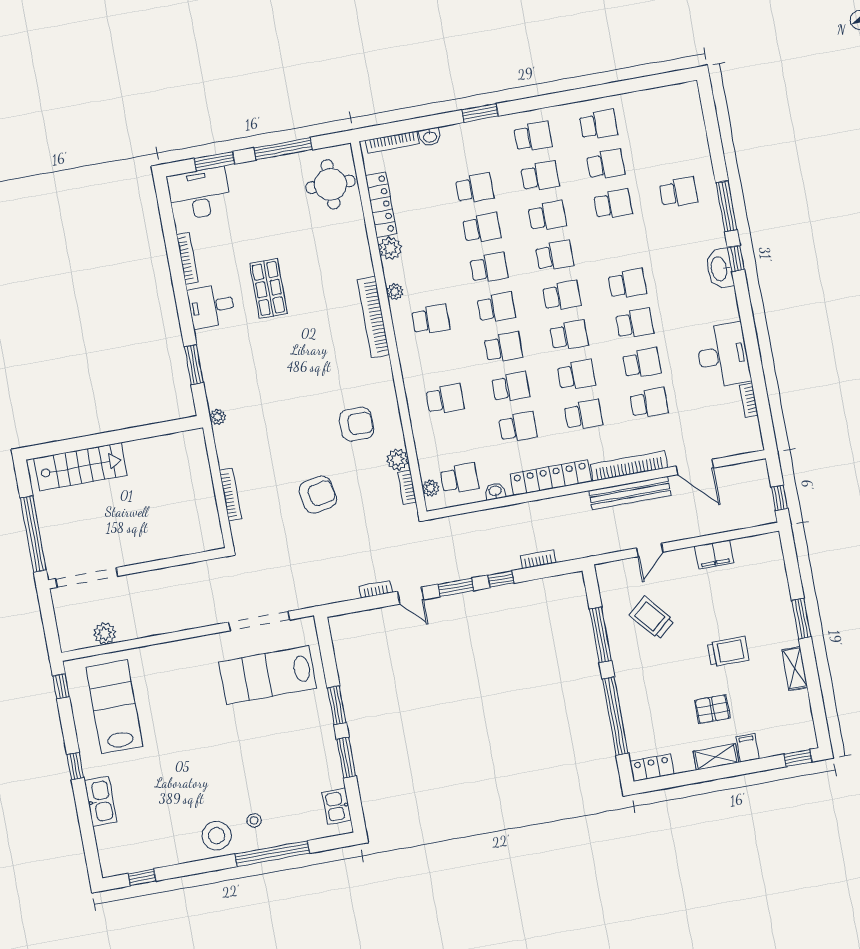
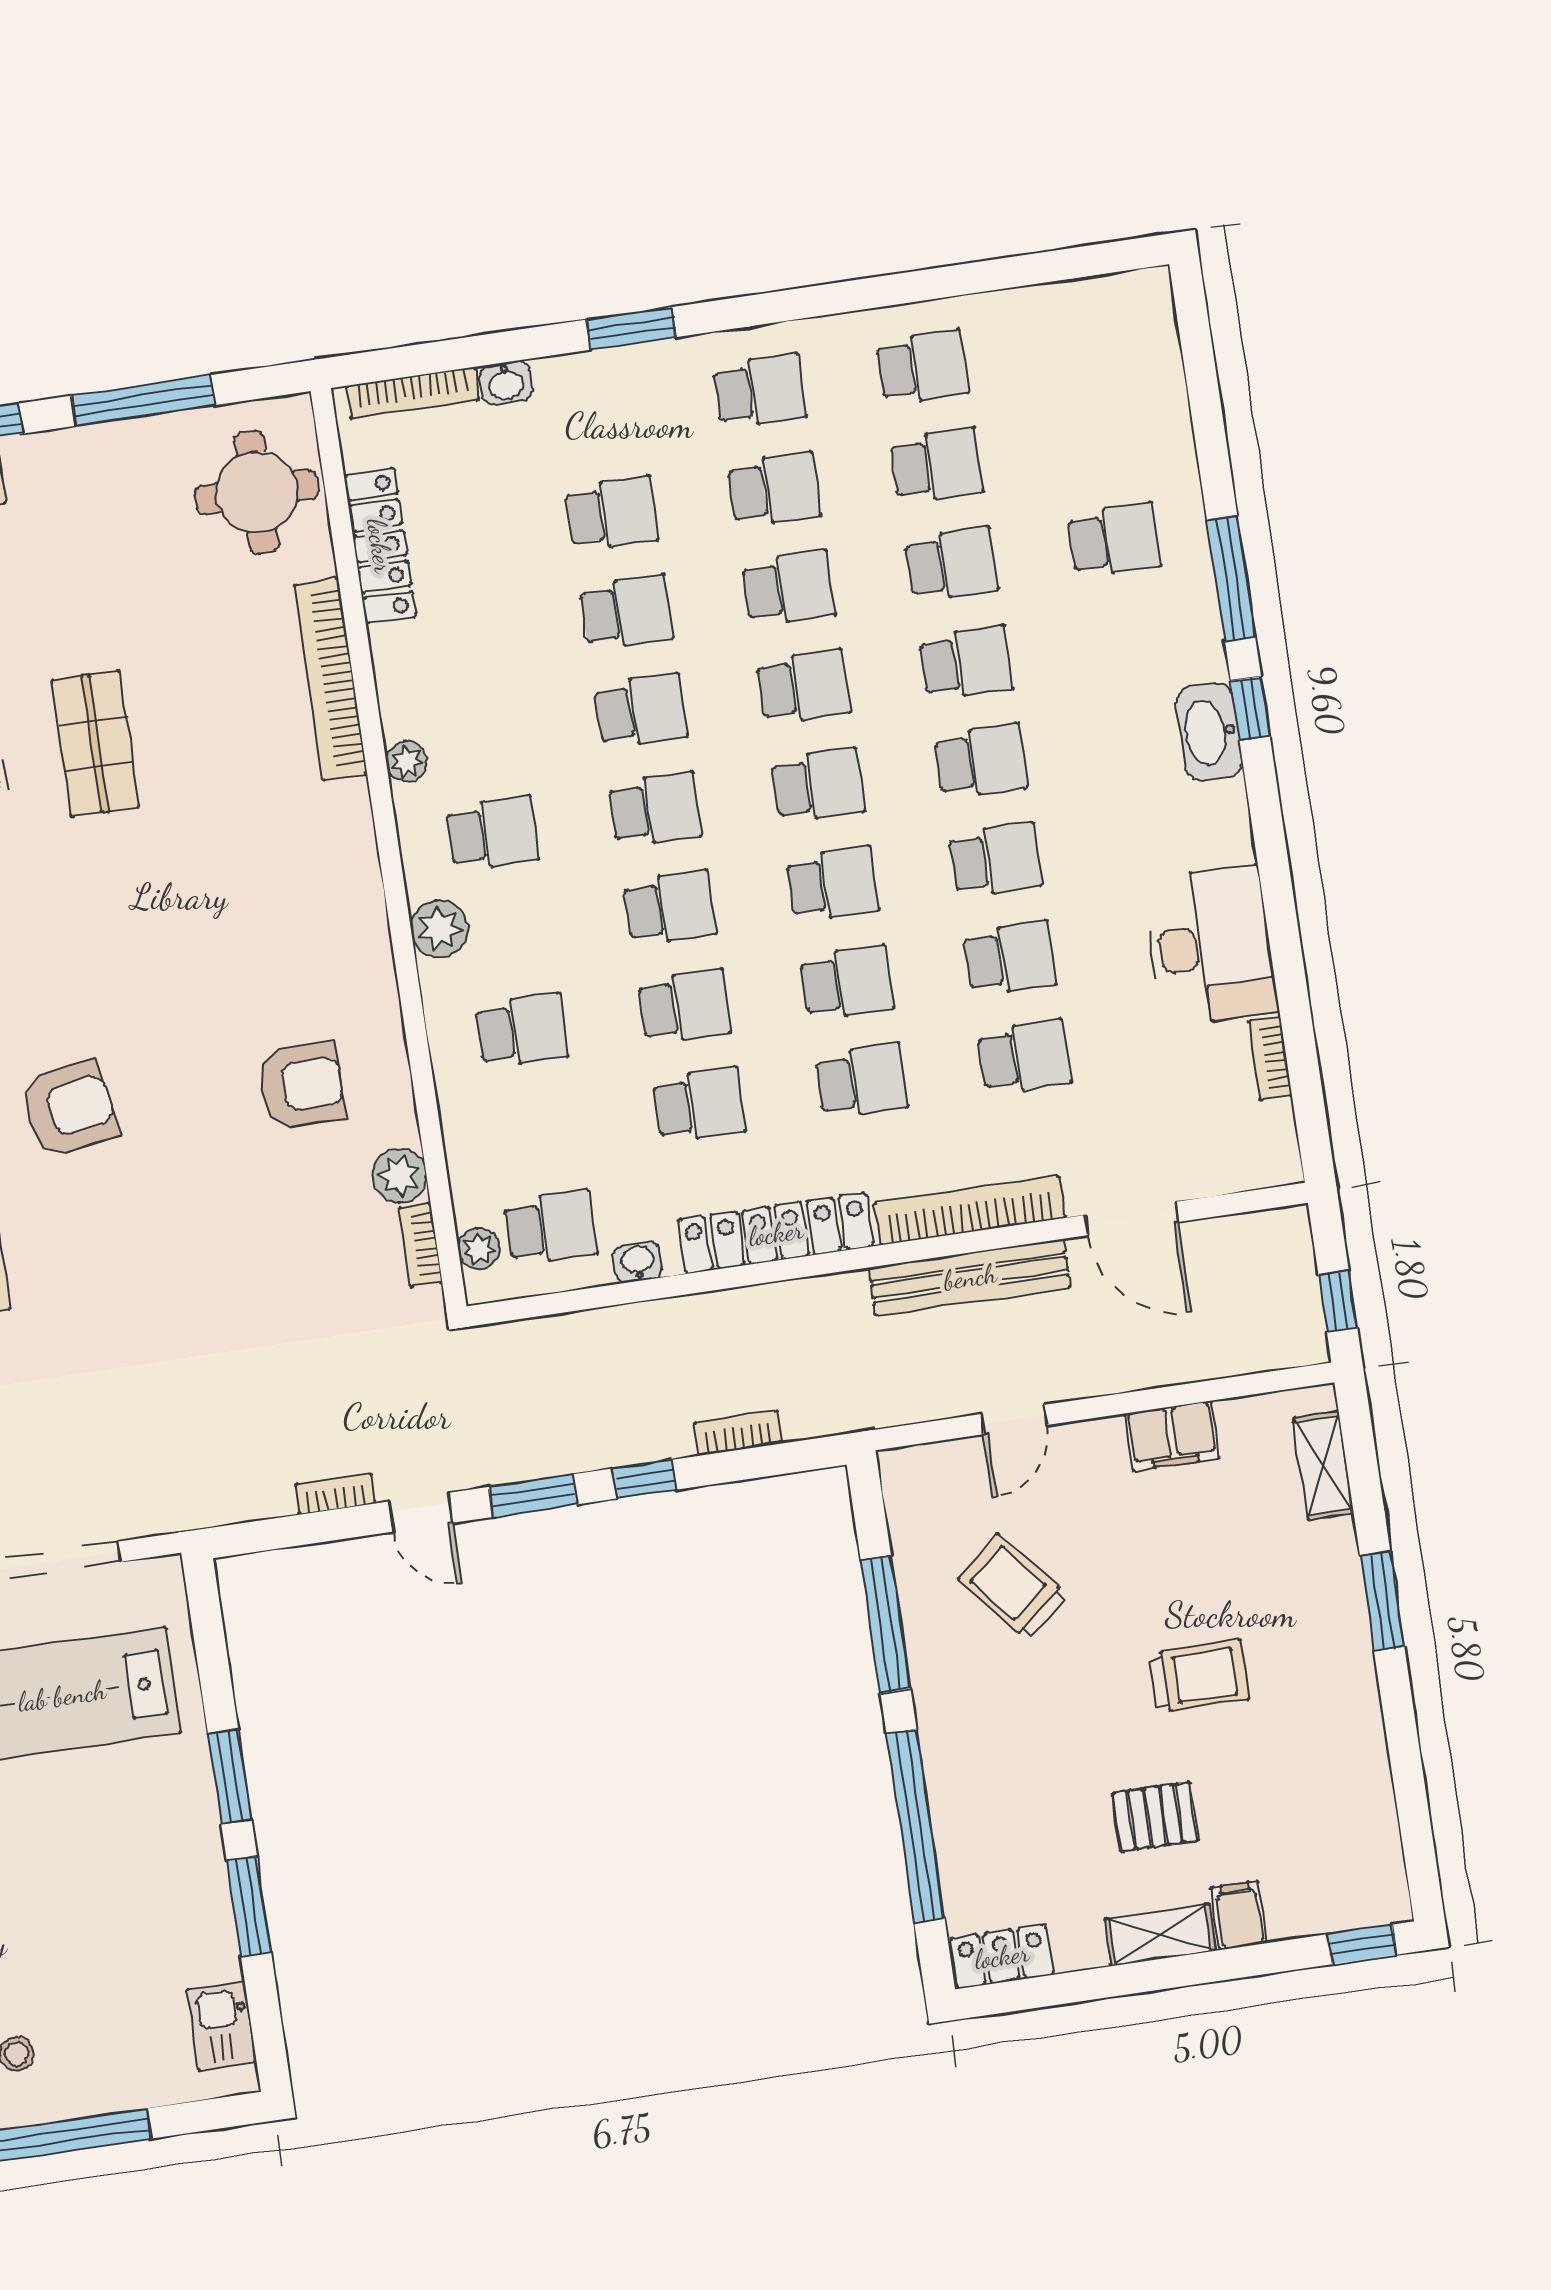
school desk: (620, 244) -> (966, 663), added
plant: (390, 248) -> (440, 929), moved
bookcase: (373, 317) -> (331, 679), moved
armchair: (318, 495) -> (69, 1109), moved
shelving: (795, 668) -> (1323, 1465), moved

